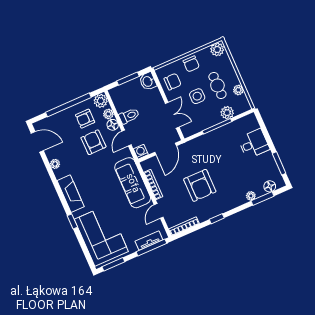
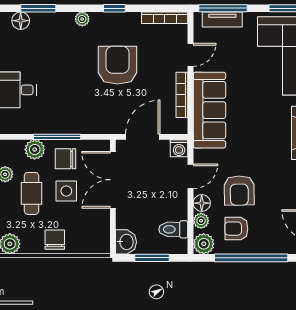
chair: (173, 82) -> (65, 159), moved
double door: (172, 115) -> (113, 180), width x1.37
toilet: (129, 116) -> (173, 229), moved
armchair: (85, 119) -> (236, 229), turned 180
plant: (251, 196) -> (82, 19), moved

